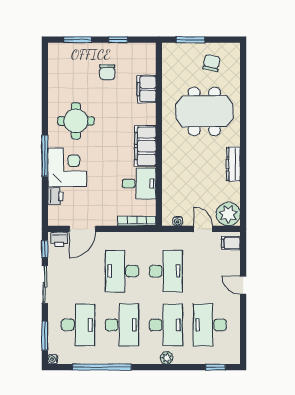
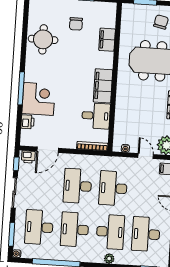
round table: (76, 121) -> (43, 39), moved
desk: (166, 271) -> (113, 188), turned 180
desk: (78, 325) -> (39, 227), turned 180
desk: (122, 325) -> (75, 230), turned 180

